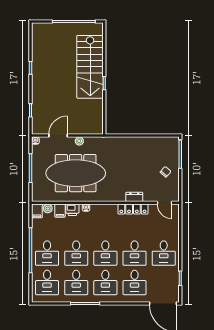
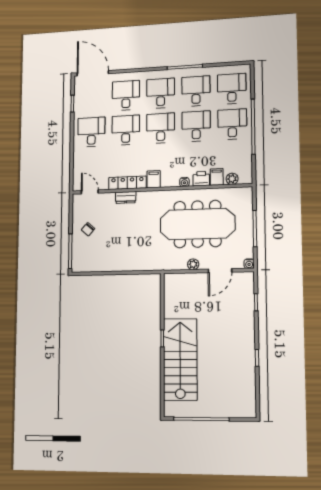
filing cabinet: (37, 211) -> (154, 179), moved

